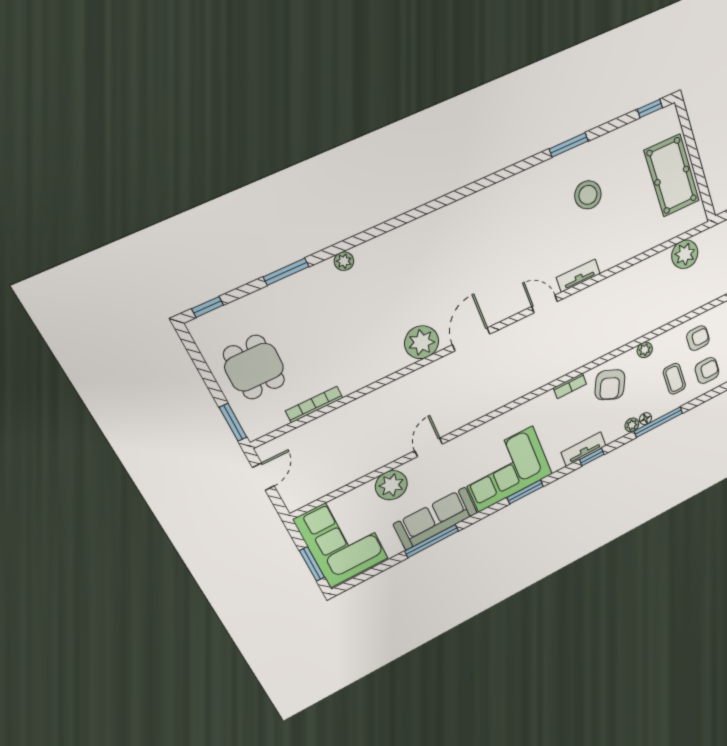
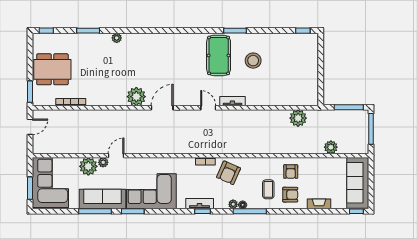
window: (569, 145) -> (235, 31), moved
pool table: (672, 176) -> (219, 55), moved
armchair: (698, 338) -> (291, 172), turned 90
plant: (645, 350) -> (103, 162), moved
dining table: (254, 367) -> (52, 69), width x1.38
window: (525, 492) -> (133, 211), moved

